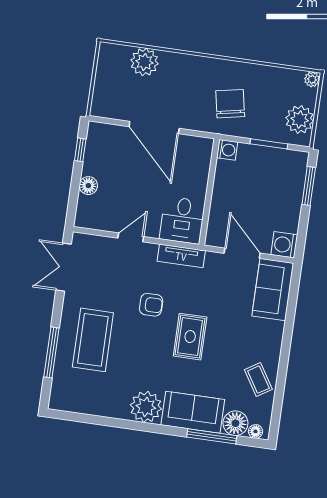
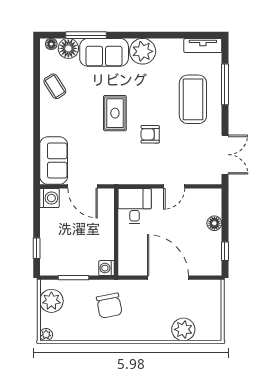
window: (309, 186) -> (37, 248), width x0.67
tv unit: (181, 256) -> (203, 46), moved, turned 180

